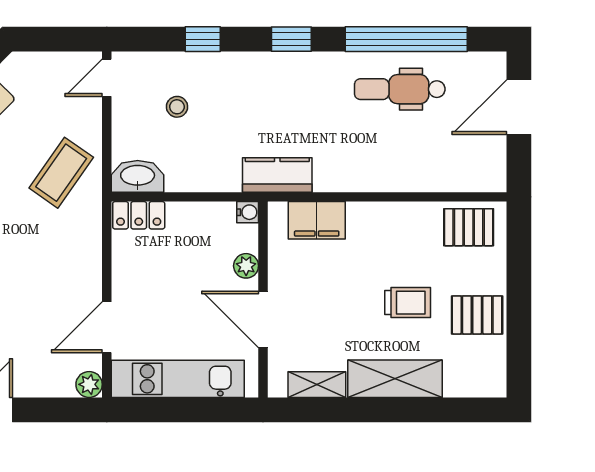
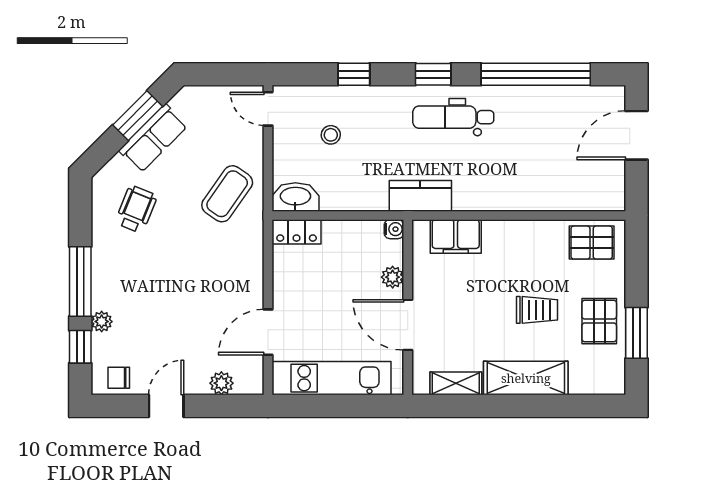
door: (107, 78) -> (268, 109), hinge flipped
dental chair: (400, 89) -> (453, 117), moved
pallet: (477, 315) -> (599, 321), turned 90
window: (519, 328) -> (637, 333), added
plant: (89, 384) -> (221, 383), moved

